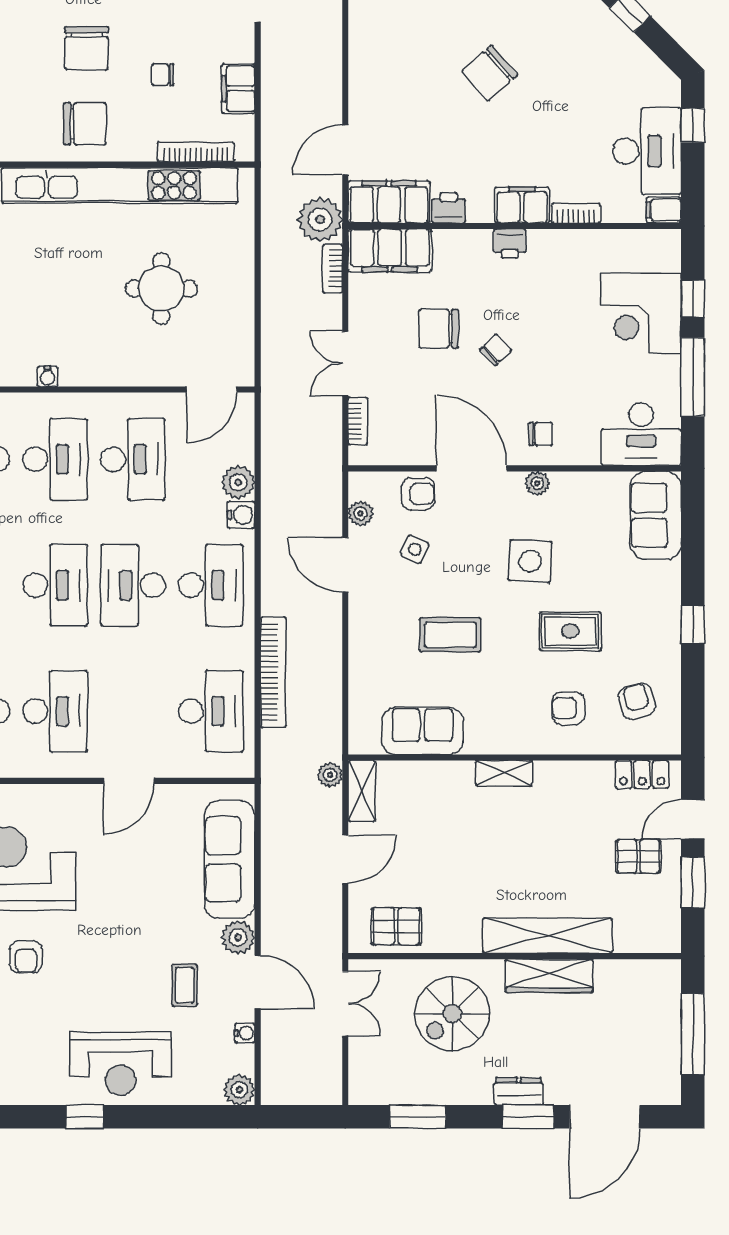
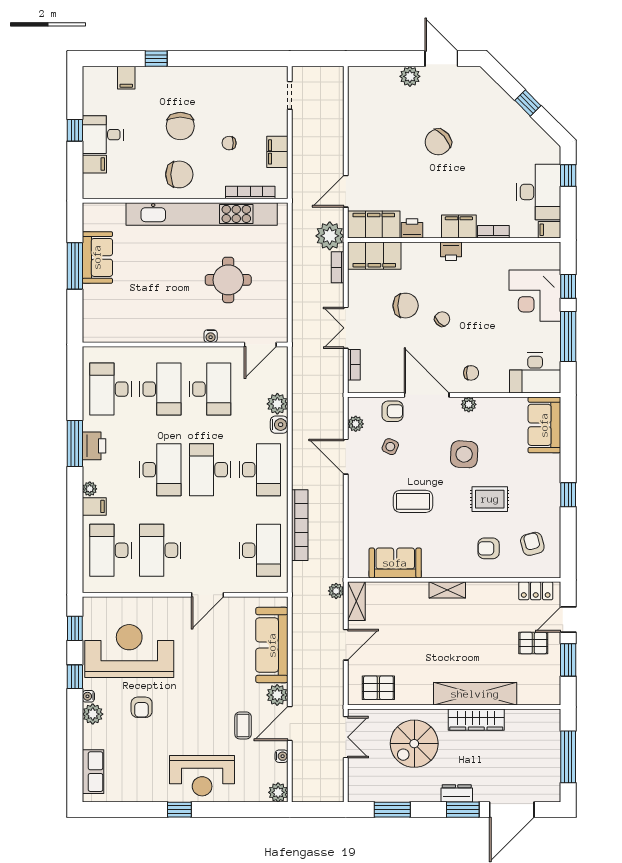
chair: (439, 329) -> (406, 306), turned 180
water cooler: (47, 376) -> (211, 336), moved
desk: (55, 711) -> (160, 550), turned 180
door: (258, 982) -> (290, 723), swing flipped

